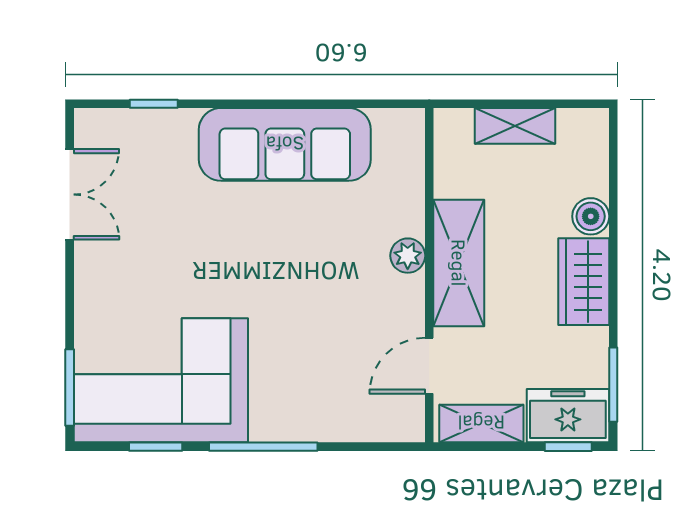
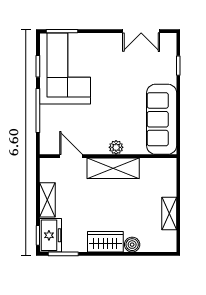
plant: (408, 256) -> (116, 147), moved
shelving: (459, 263) -> (113, 168), moved
wall: (429, 275) -> (108, 156), moved
door: (429, 366) -> (71, 156), moved

